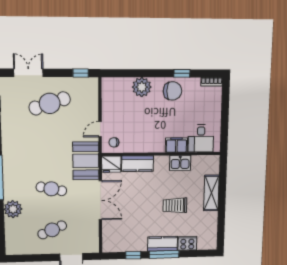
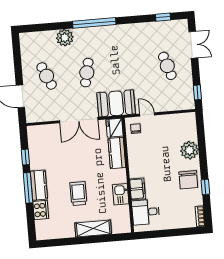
cafe table: (50, 103) -> (167, 66), width x0.73, depth x0.74

